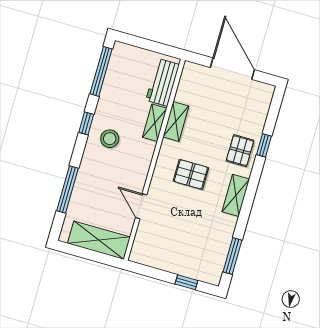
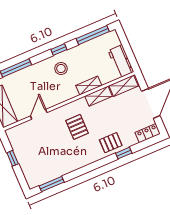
workbench: (163, 82) -> (121, 61), moved, turned -90
locker: (263, 100) -> (148, 133), added
shelving: (236, 195) -> (124, 86), moved
window: (186, 282) -> (13, 158), moved

